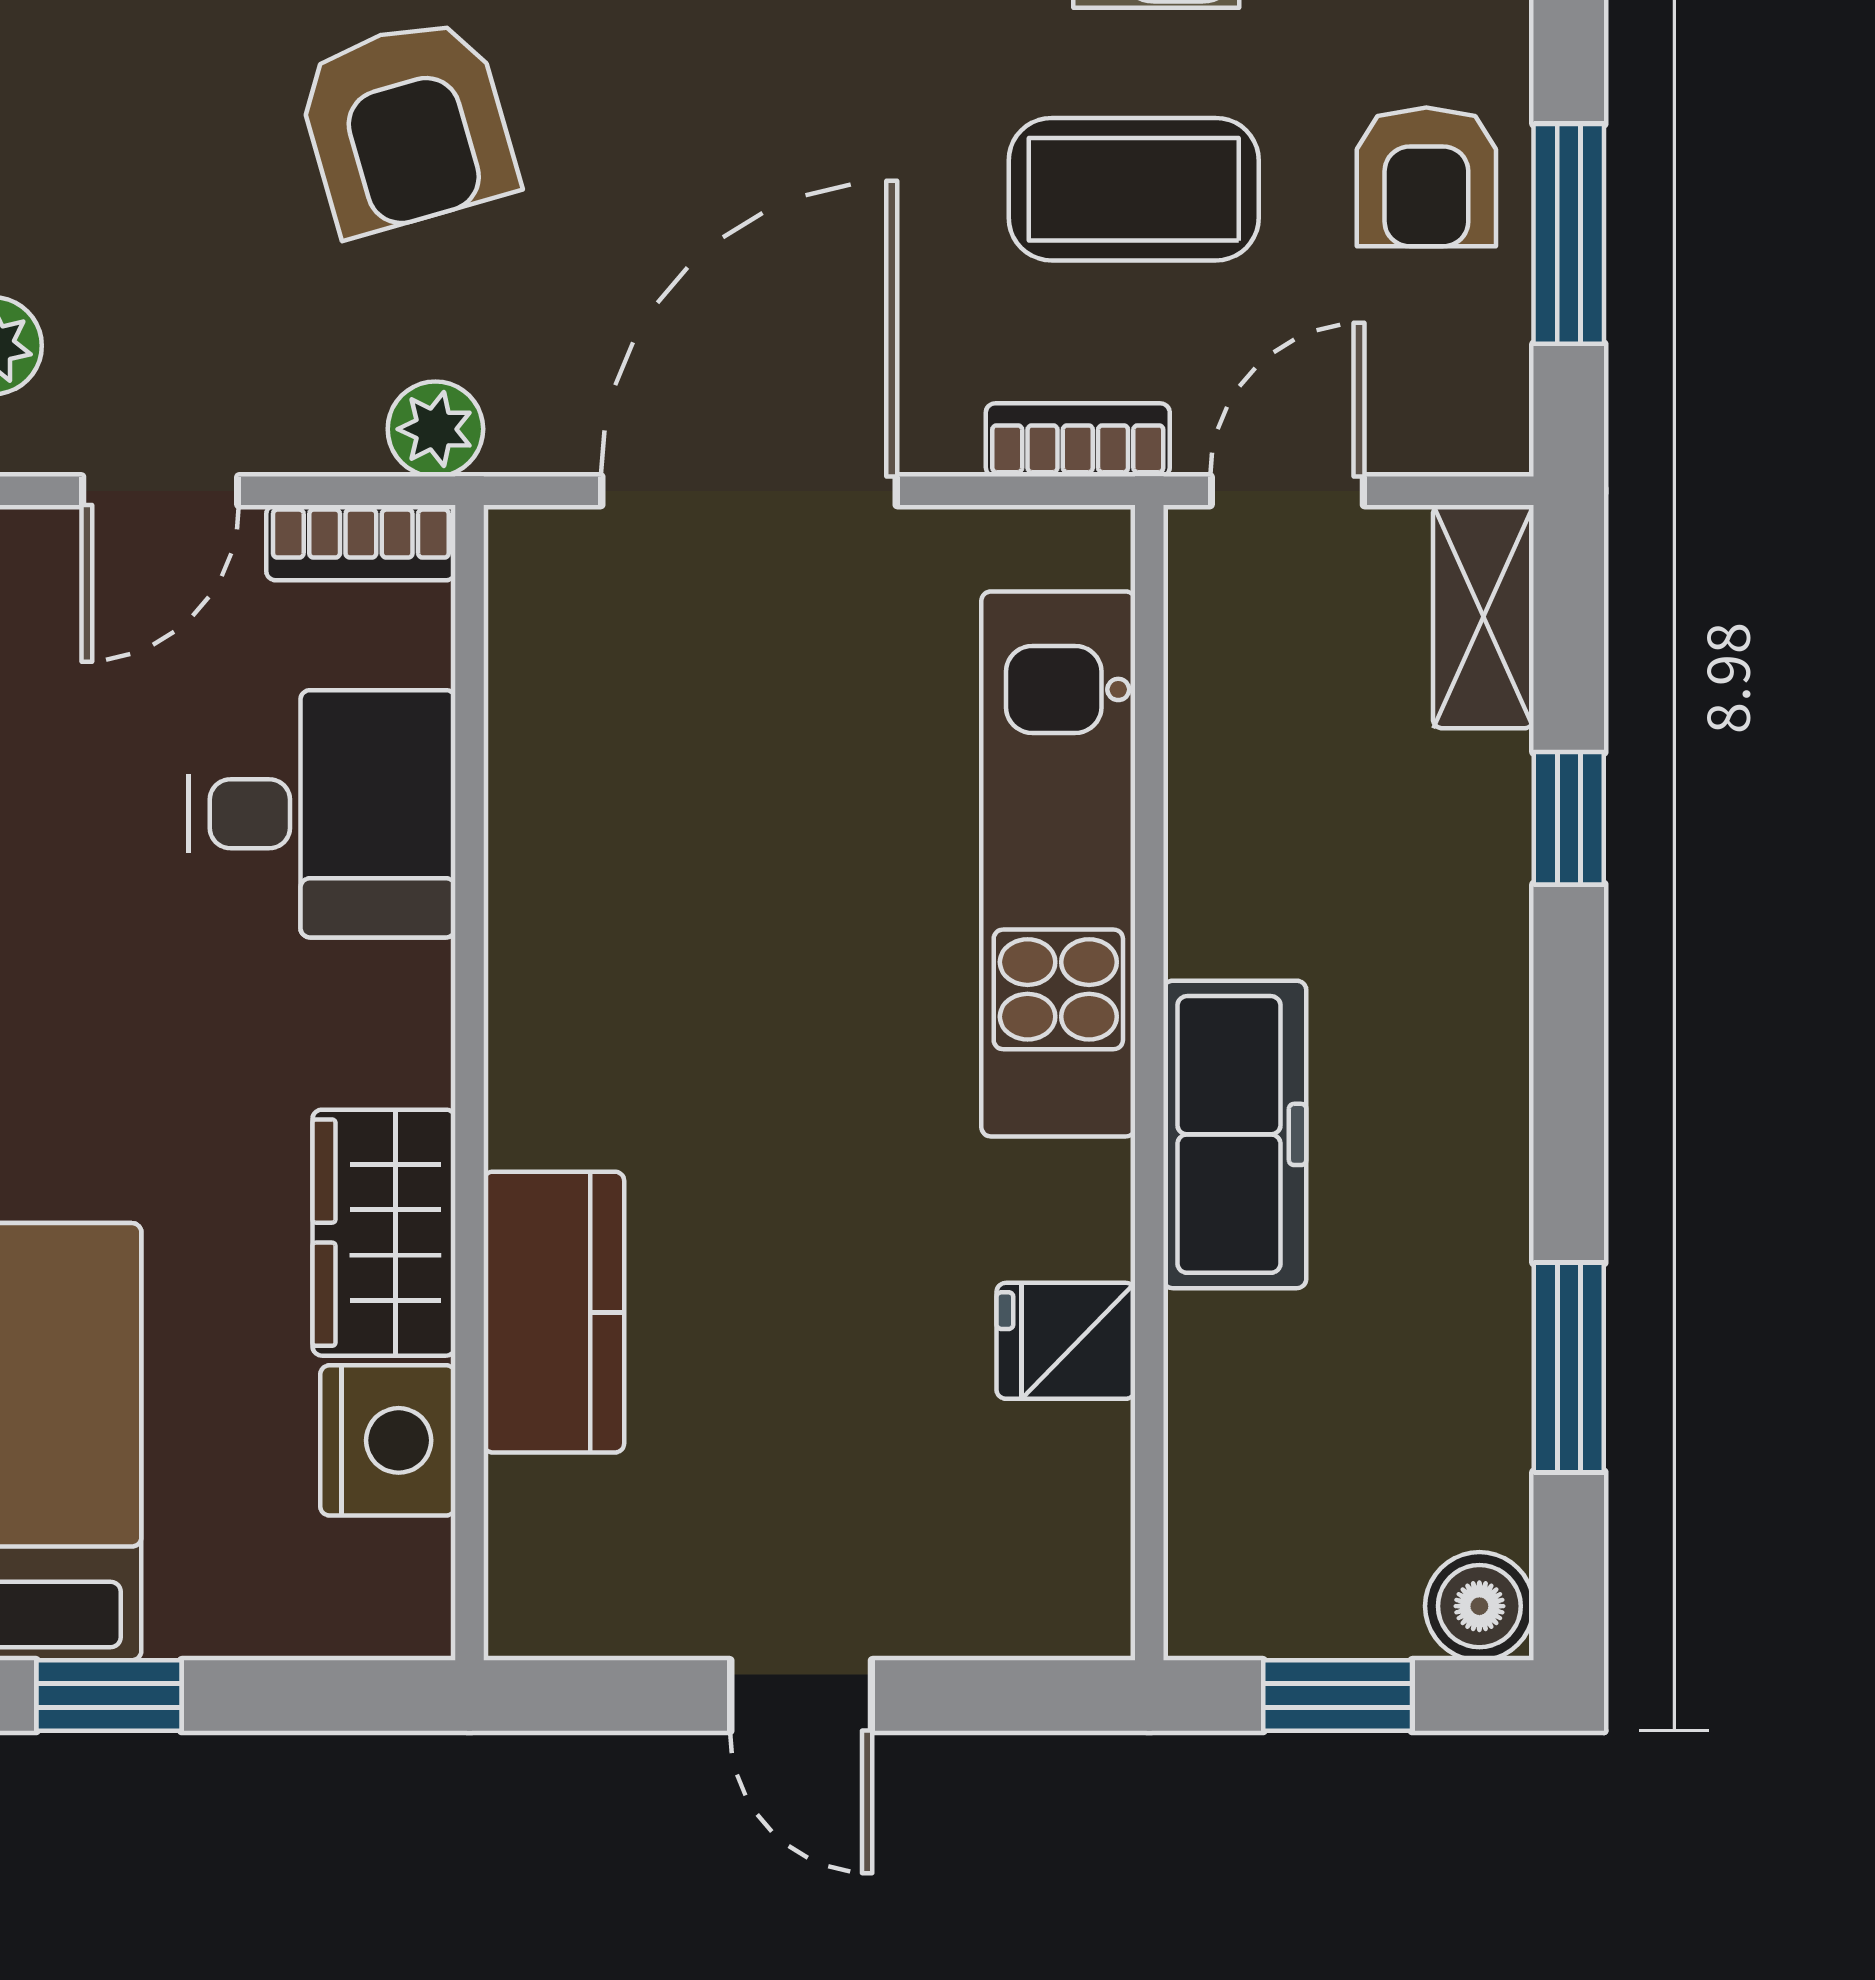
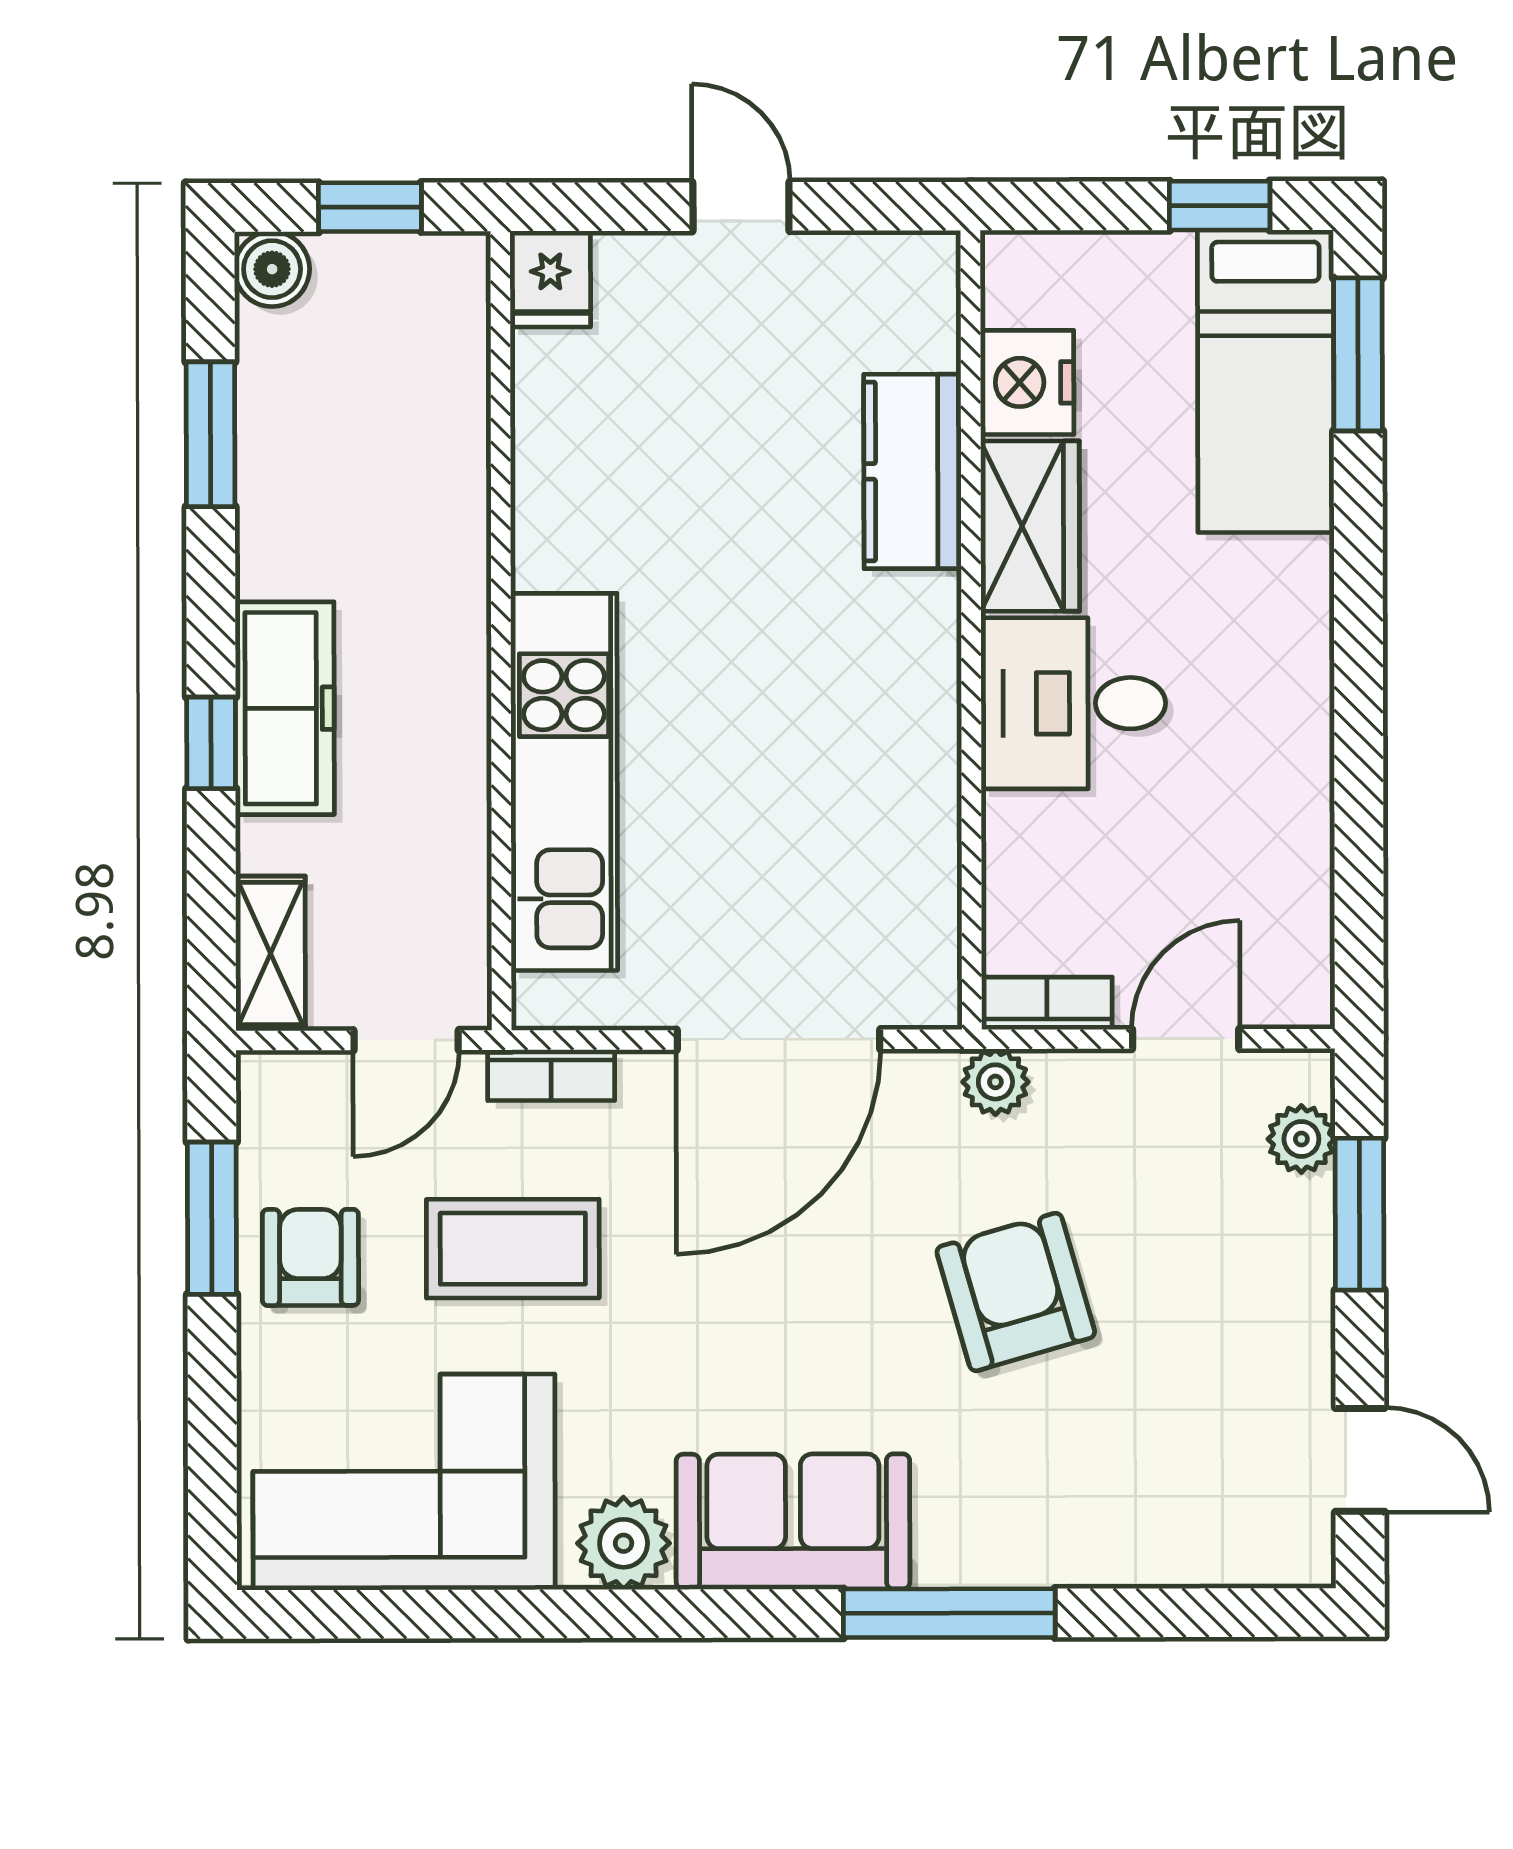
desk: (322, 814) -> (1073, 703), moved
window: (1569, 818) -> (211, 743), moved
freezer: (1235, 1134) -> (285, 708), moved, turned 180
fridge: (1066, 1341) -> (550, 279), moved, turned 90

